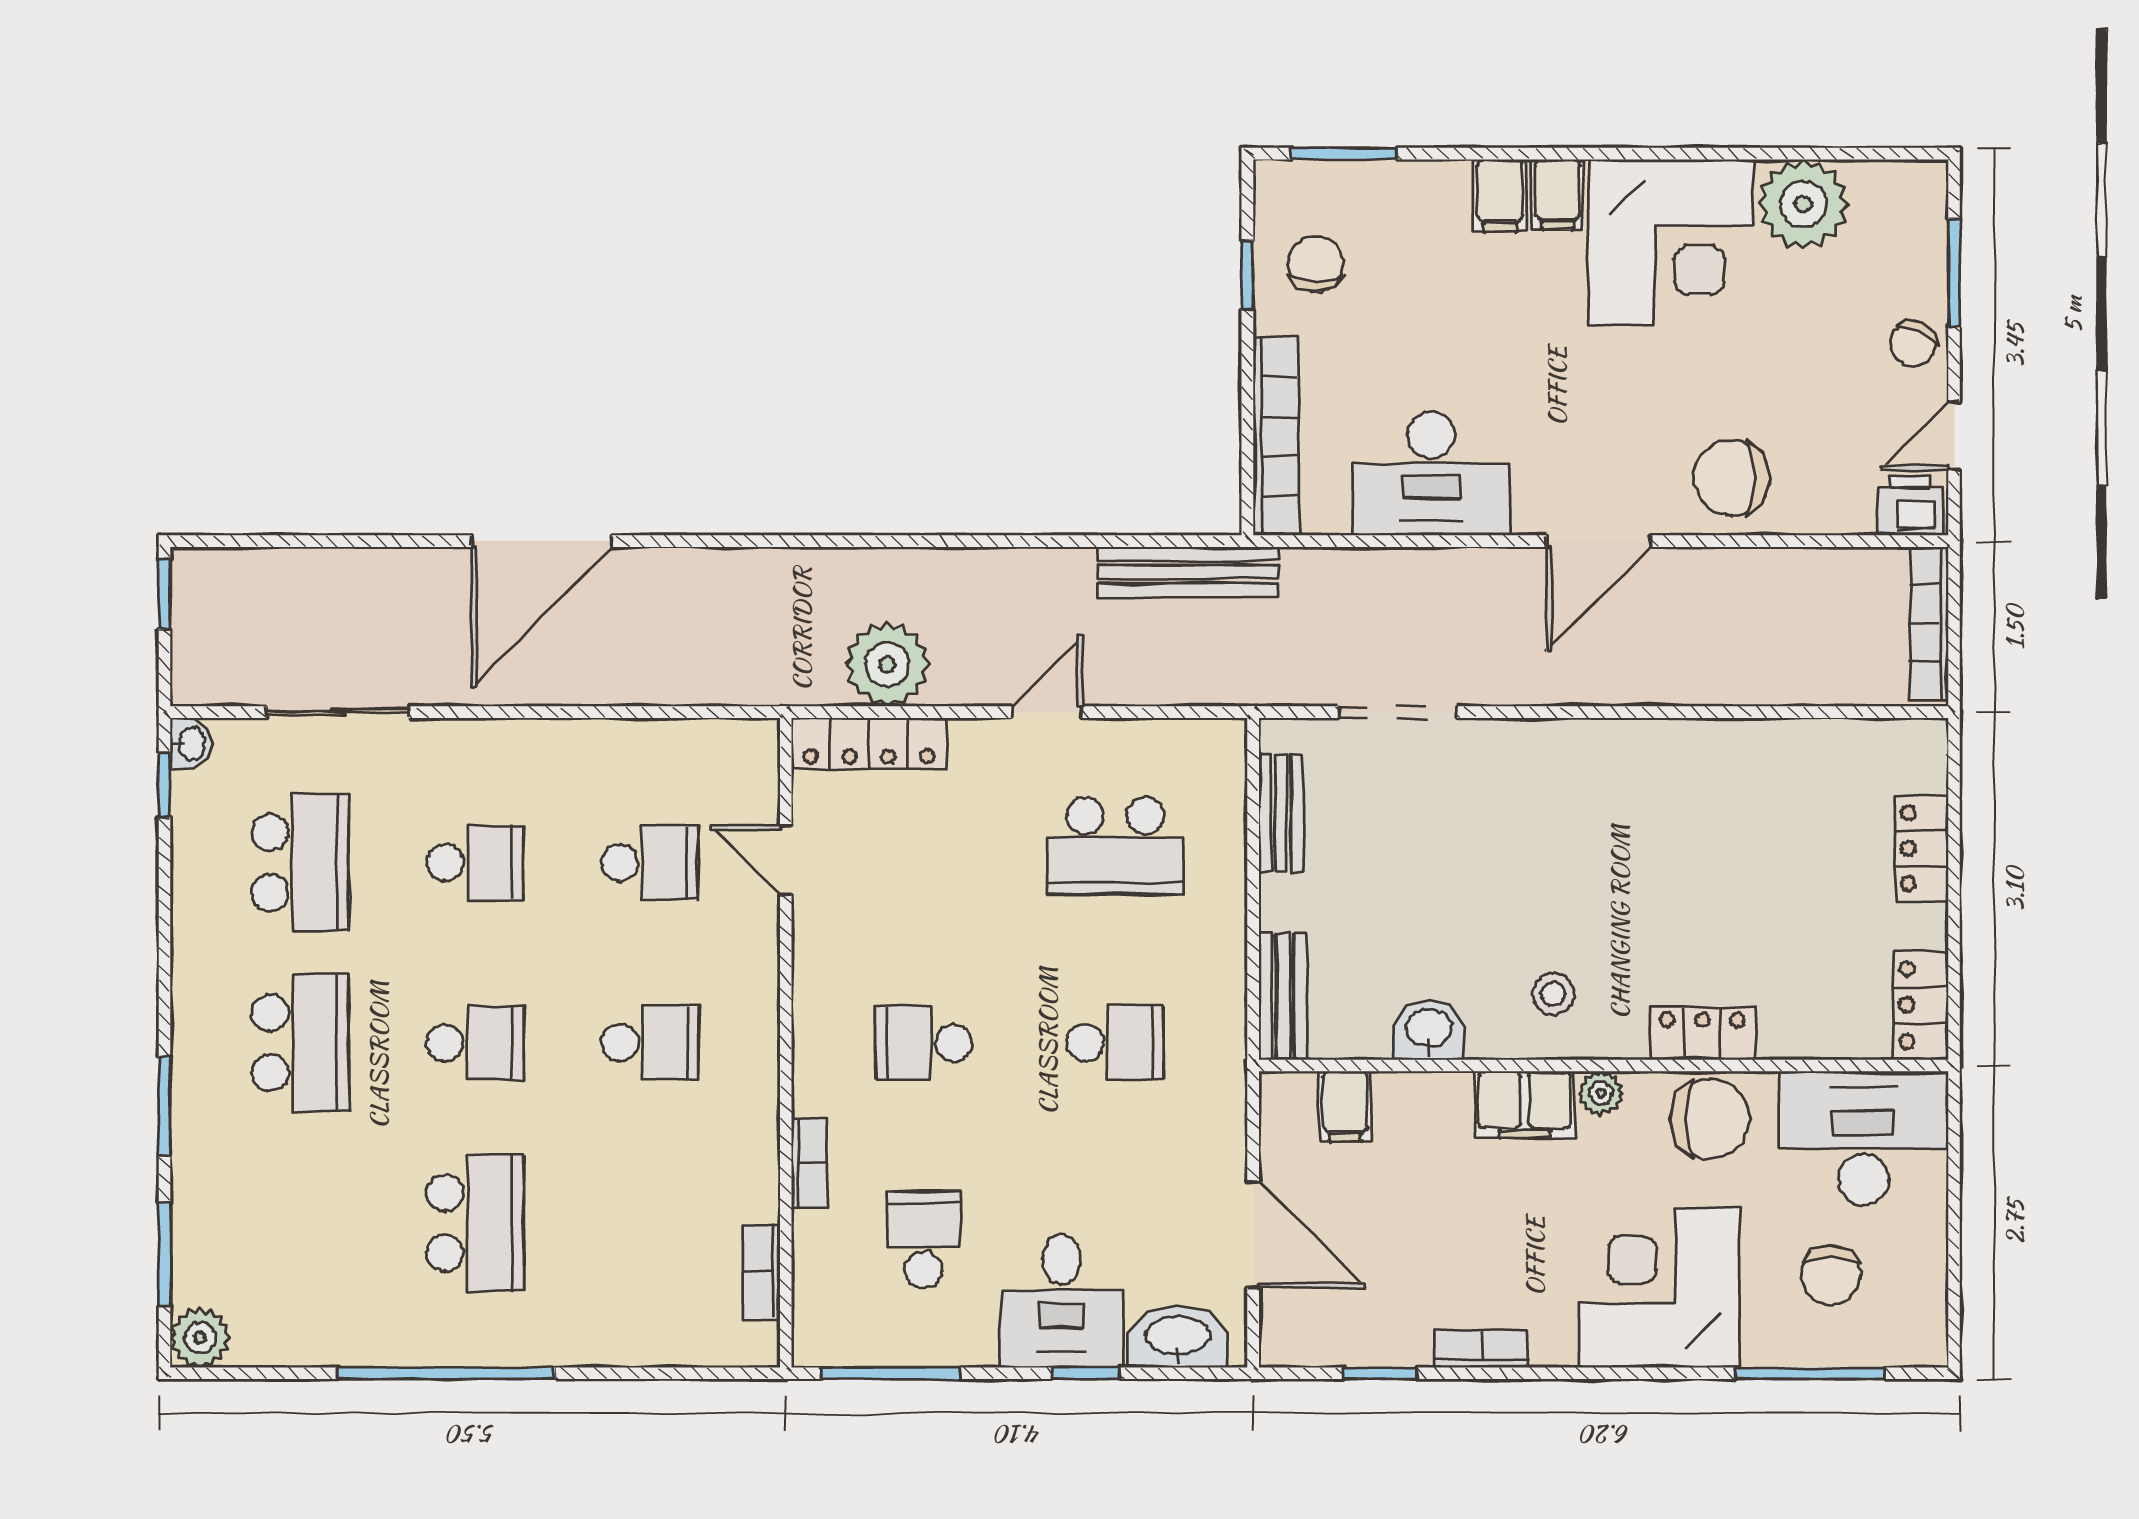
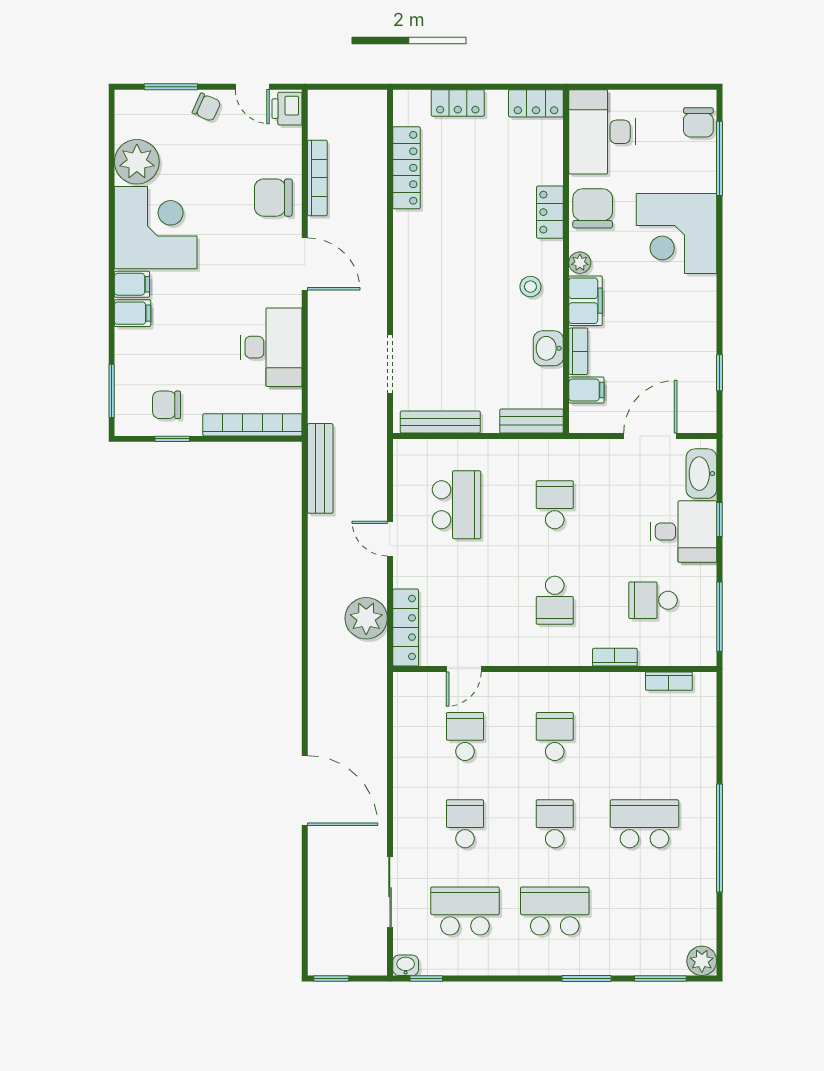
chair: (1732, 478) -> (273, 198), turned 90
bookcase: (1929, 623) -> (317, 178), moved, turned -90
locker: (1791, 745) -> (406, 168), added
bench: (1281, 813) -> (440, 422), width x1.36
chair: (1831, 1275) -> (698, 122), moved, turned 90
bookcase: (1482, 1349) -> (578, 351), moved, turned 180

